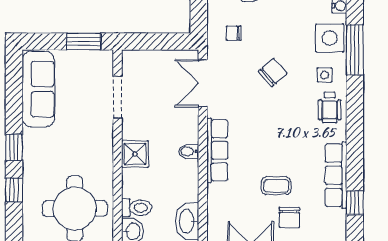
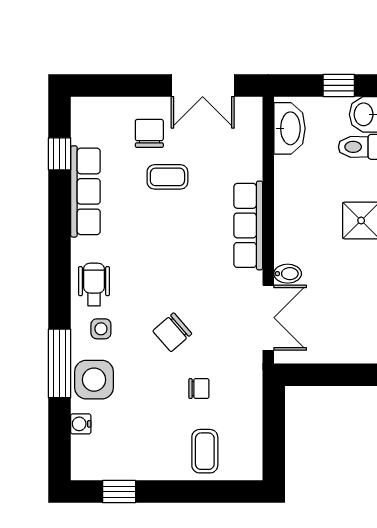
chair: (234, 33) -> (199, 389), moved
bidet: (189, 151) -> (288, 274), moved

